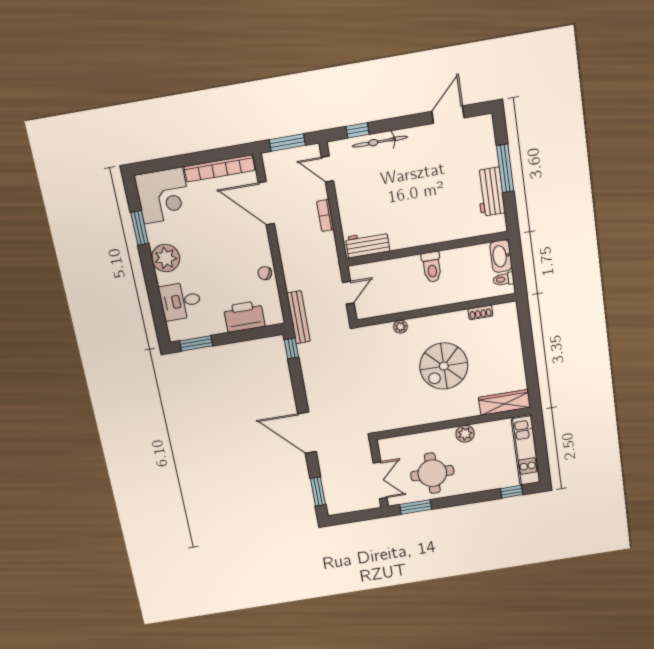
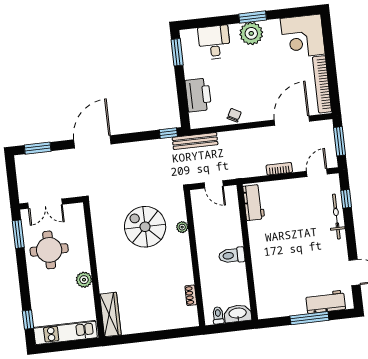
workbench: (490, 192) -> (326, 302), moved
window: (140, 228) -> (253, 17), moved
spiral stairs: (444, 366) -> (145, 227), moved

